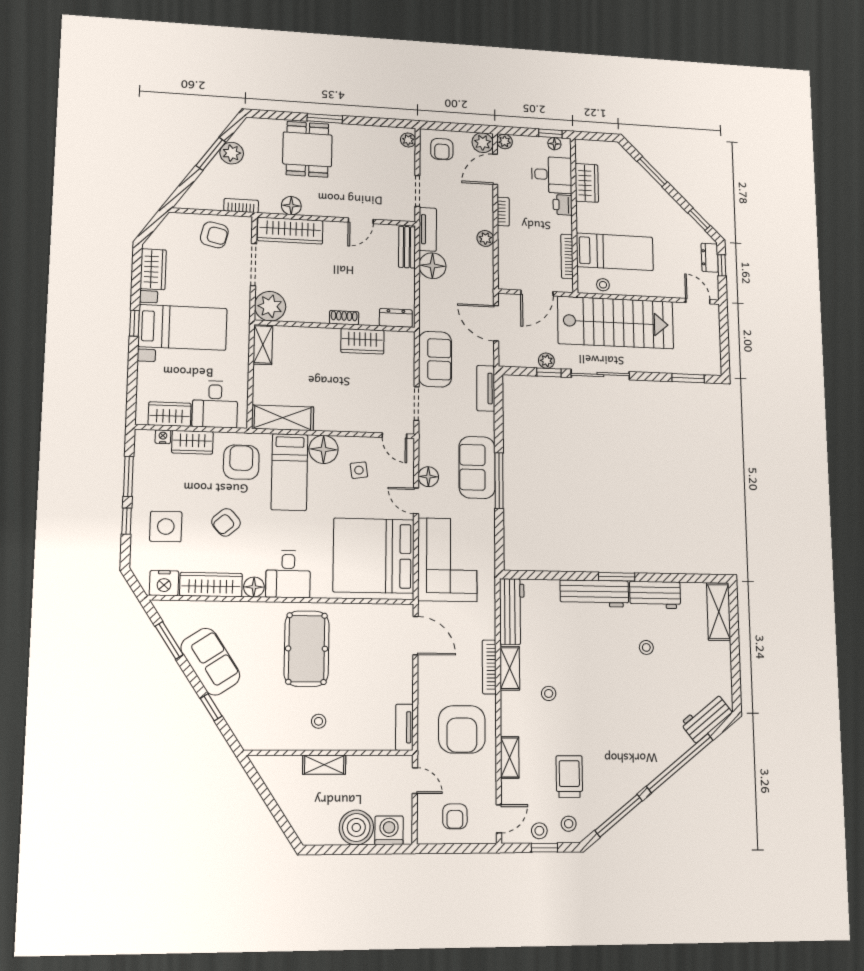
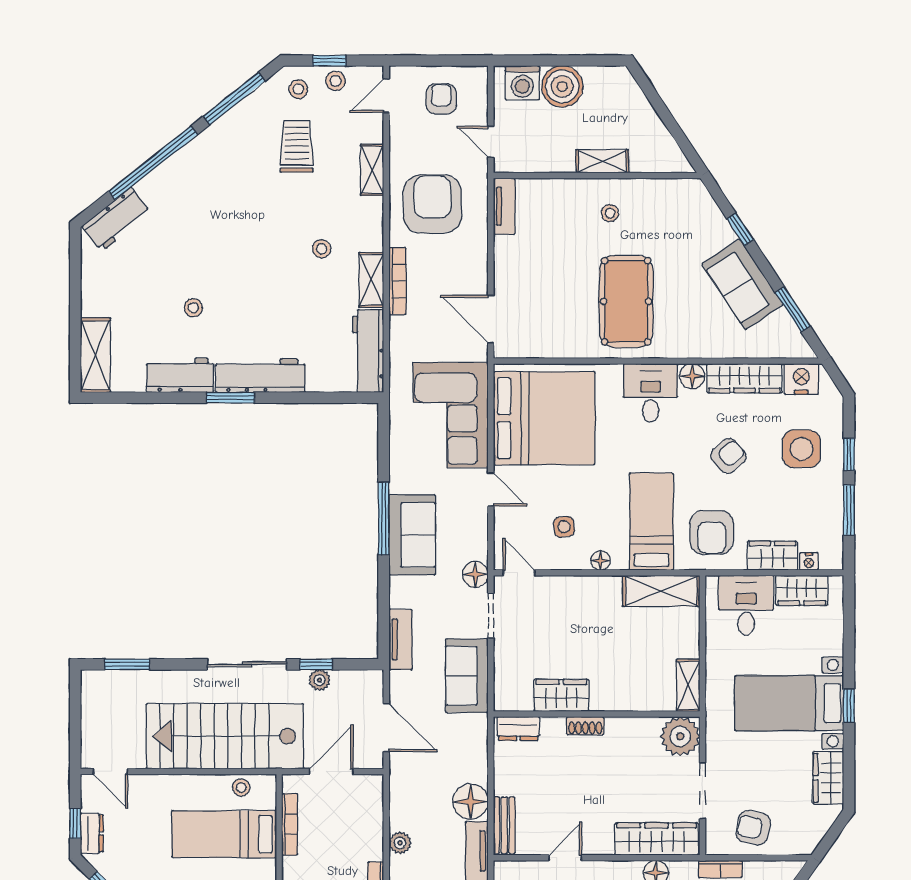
floor lamp: (323, 449) -> (601, 561), width x0.53, depth x0.53
floor lamp: (428, 477) -> (475, 574), moved
trolley: (569, 776) -> (297, 146), turned 180

